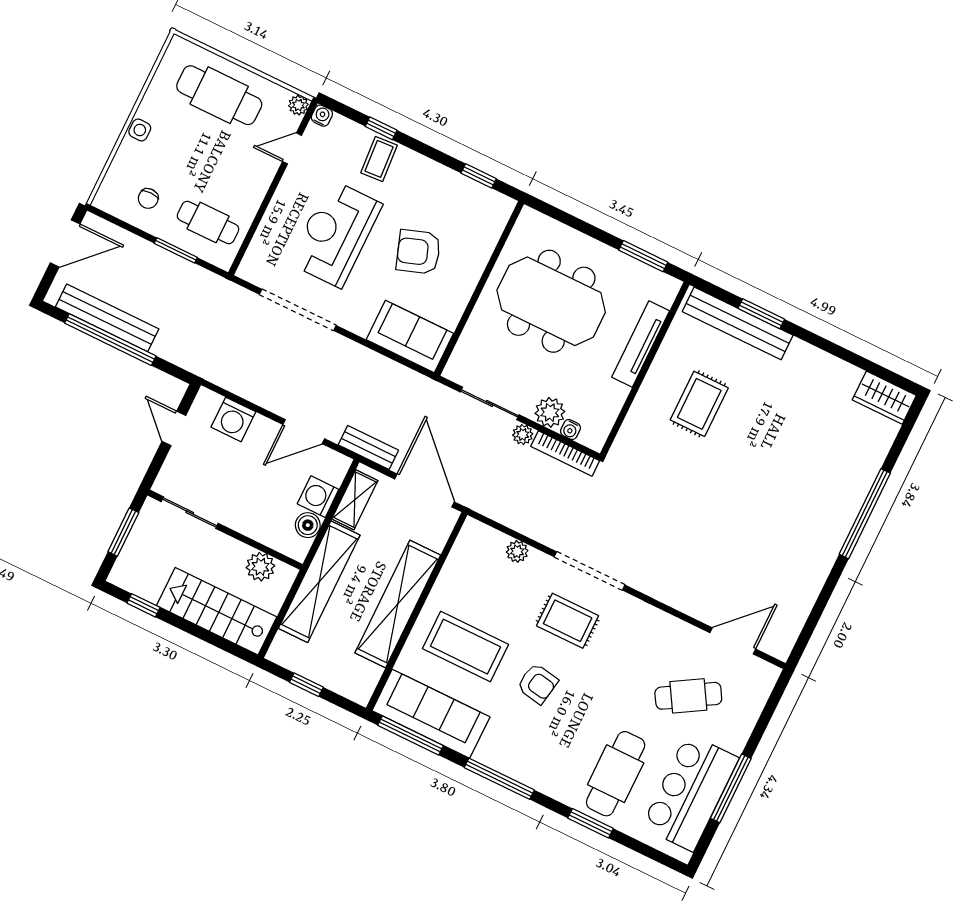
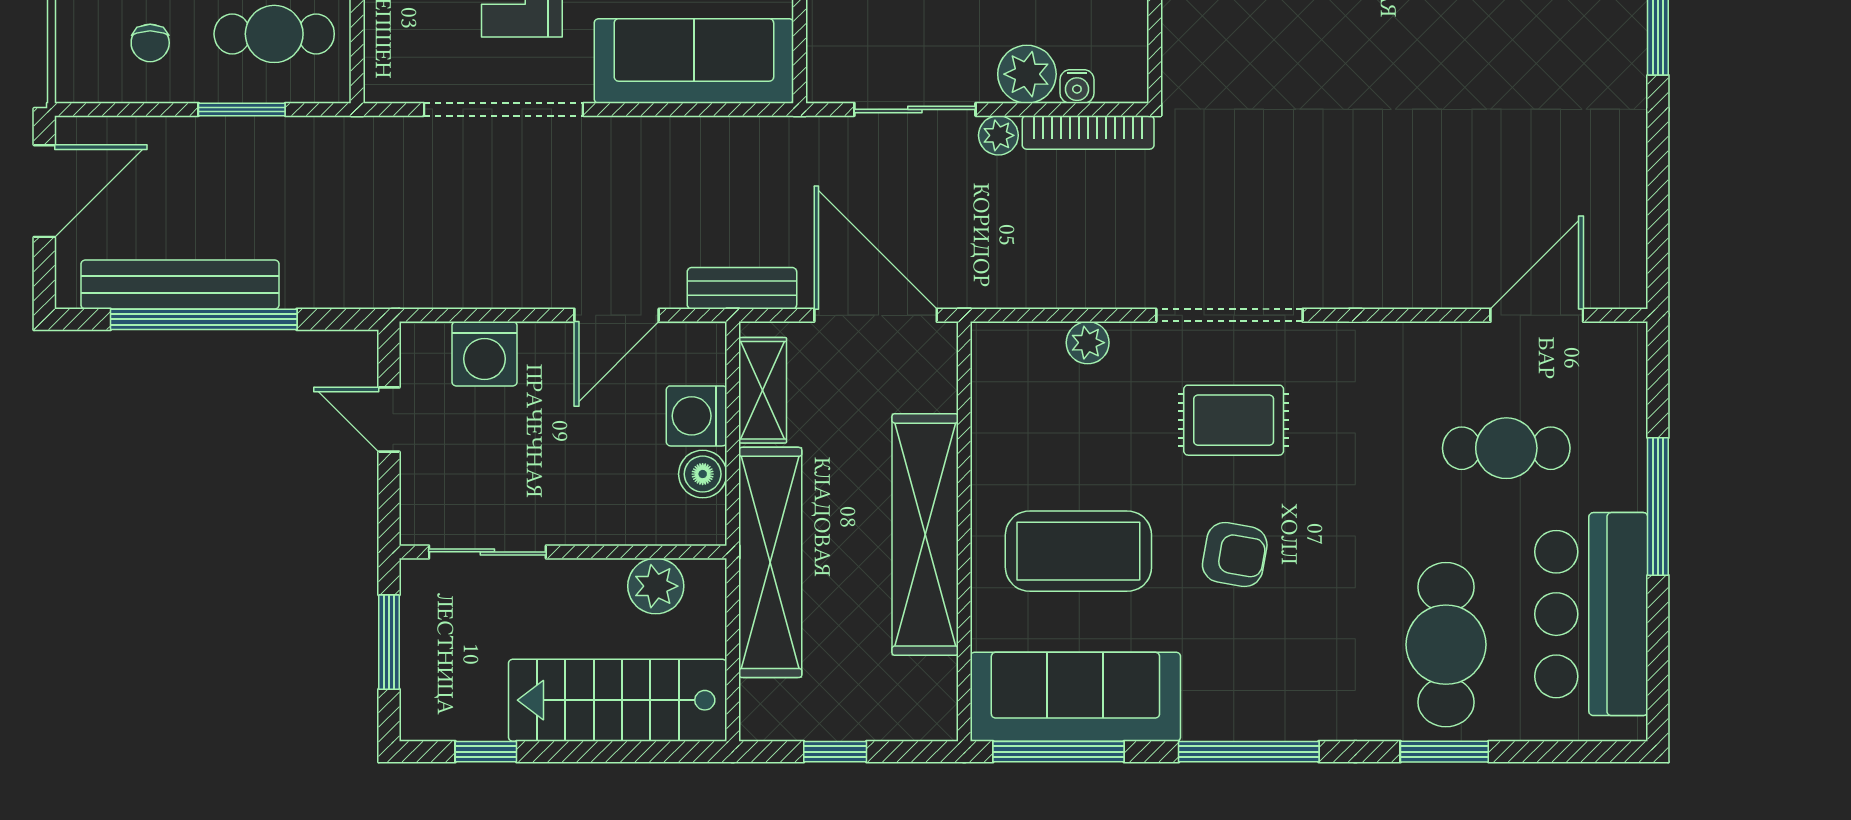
sofa: (410, 337) -> (694, 61), width x1.36
cafe table: (688, 696) -> (1506, 448), turned 31
window: (731, 788) -> (1658, 506), moved

